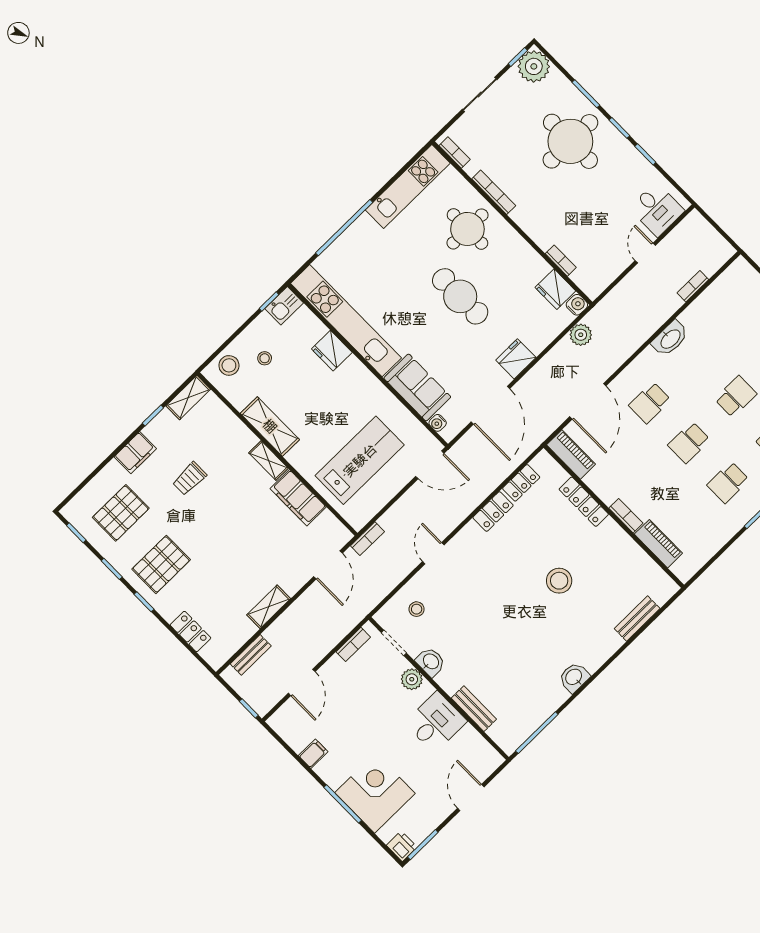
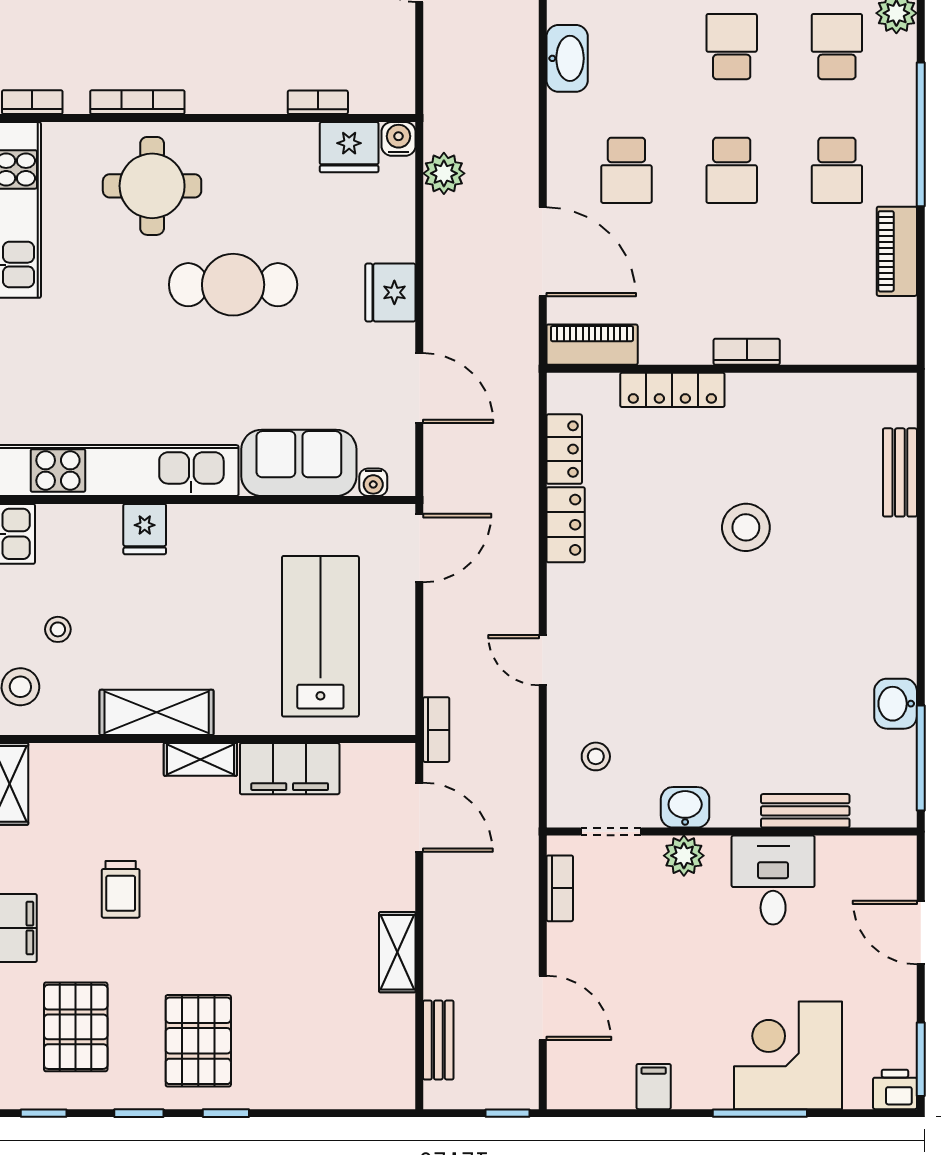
fridge: (332, 351) -> (145, 529), width x0.72
door: (490, 405) -> (419, 388), width x0.73
piano: (658, 544) -> (897, 251), moved, turned -90
locker: (190, 631) -> (327, 1090), removed
washbasin: (574, 677) -> (896, 704), moved

